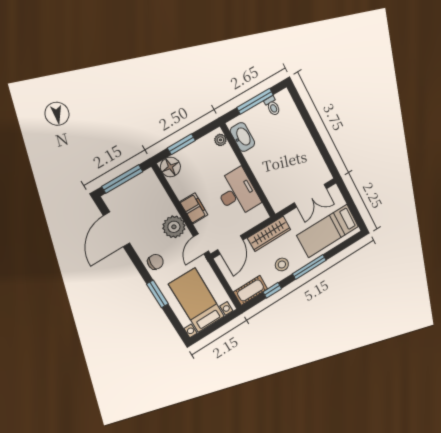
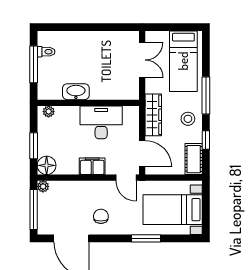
washbasin: (242, 137) -> (76, 92), moved
plant: (174, 227) -> (43, 186), moved, width x0.53, depth x0.53
chair: (155, 262) -> (101, 216), moved

